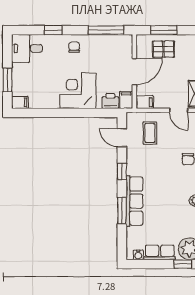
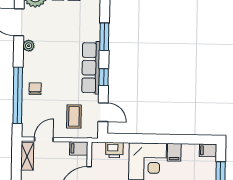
filing cabinet: (126, 100) -> (174, 152), moved
door: (179, 110) -> (44, 139), hinge flipped
row of seats: (134, 201) -> (91, 68), moved

